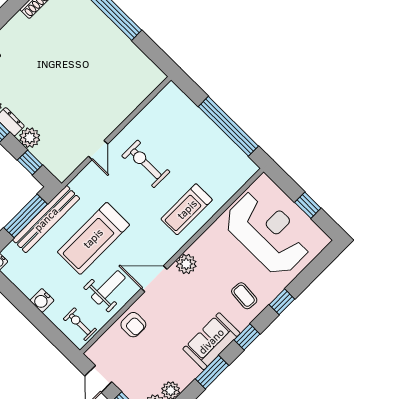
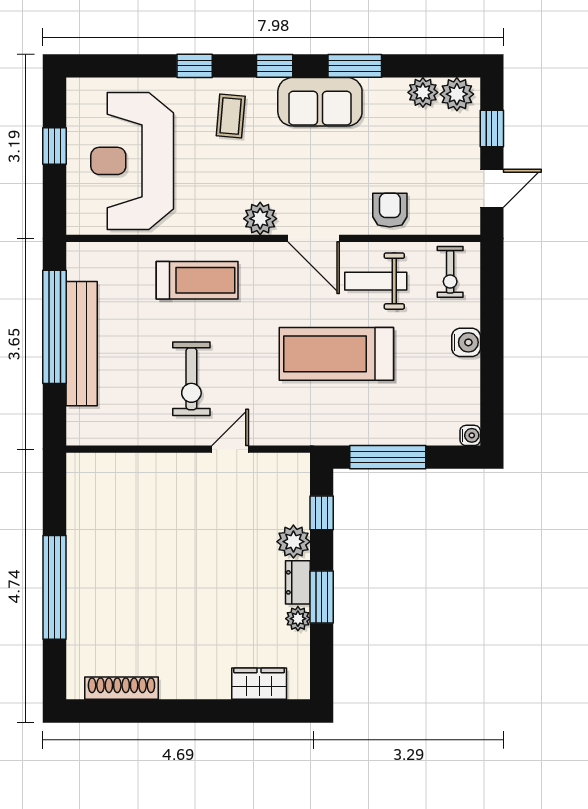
bench: (46, 219) -> (82, 344), moved, turned 90
treadmill: (93, 238) -> (336, 354), turned 180

